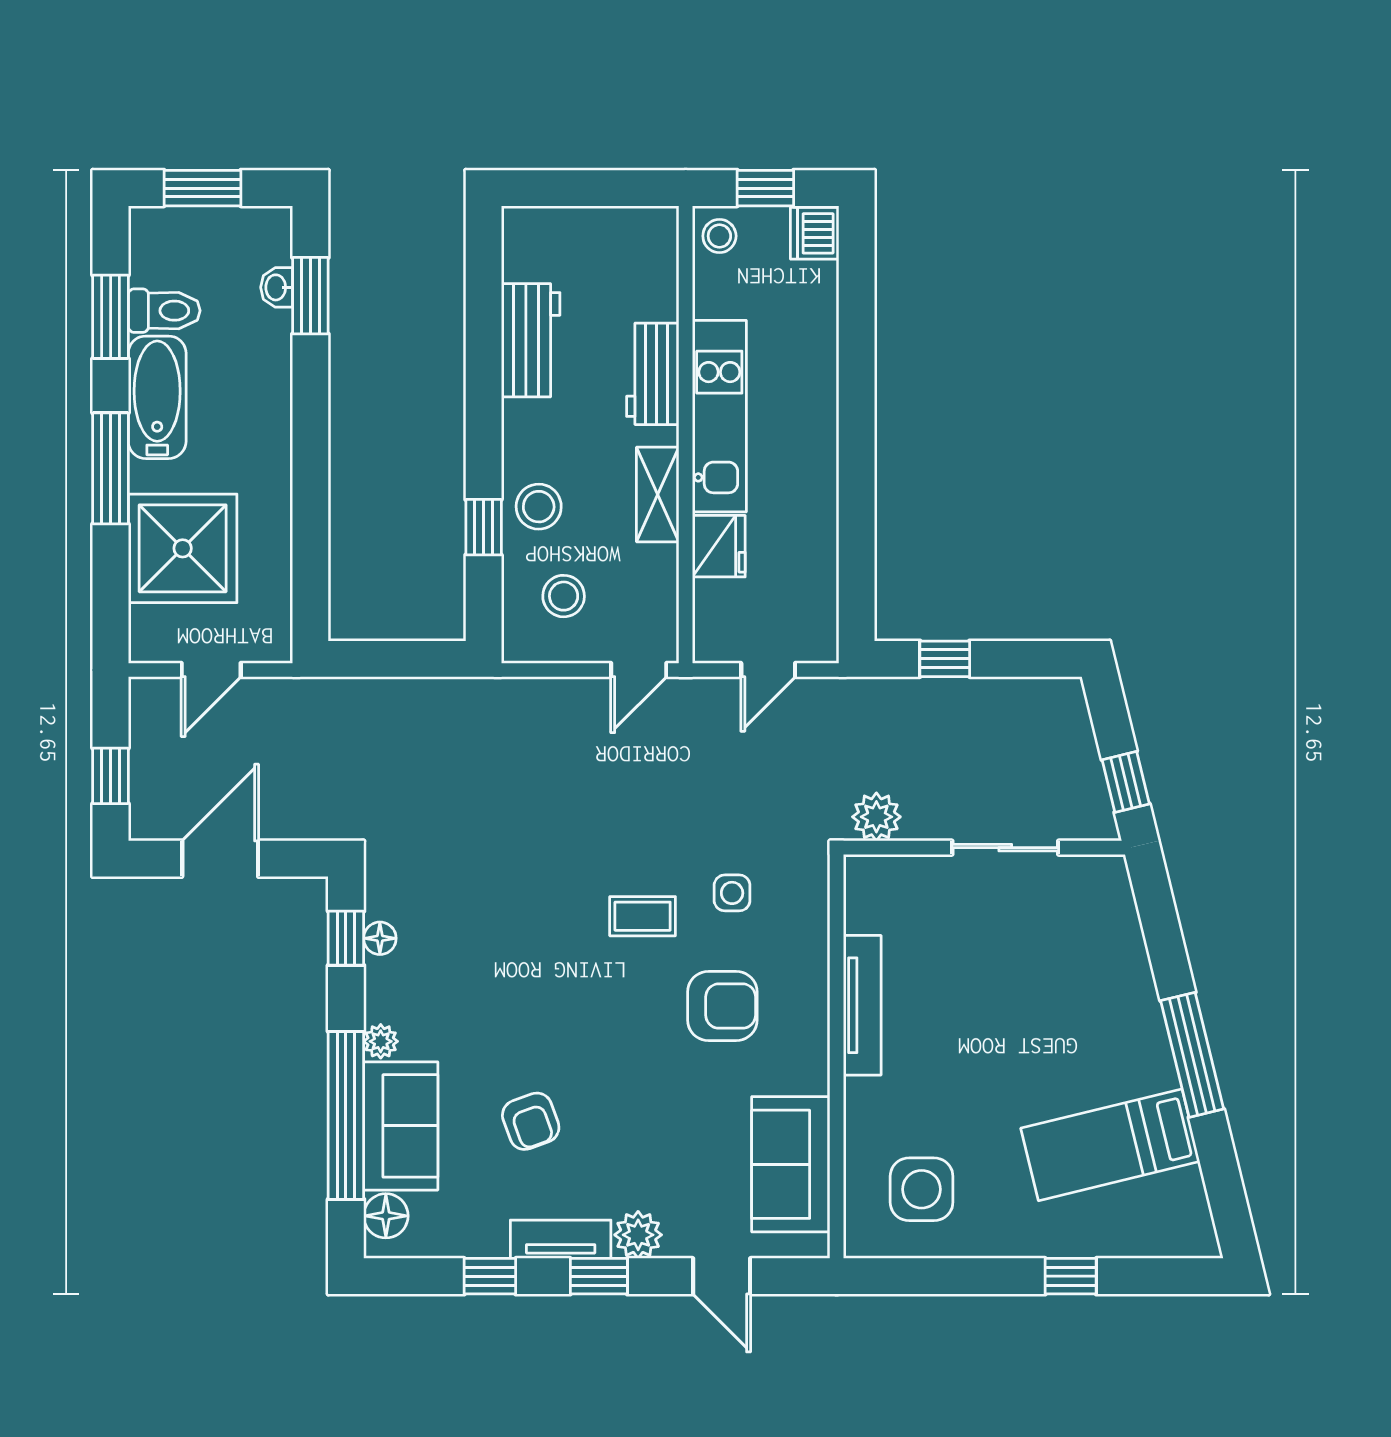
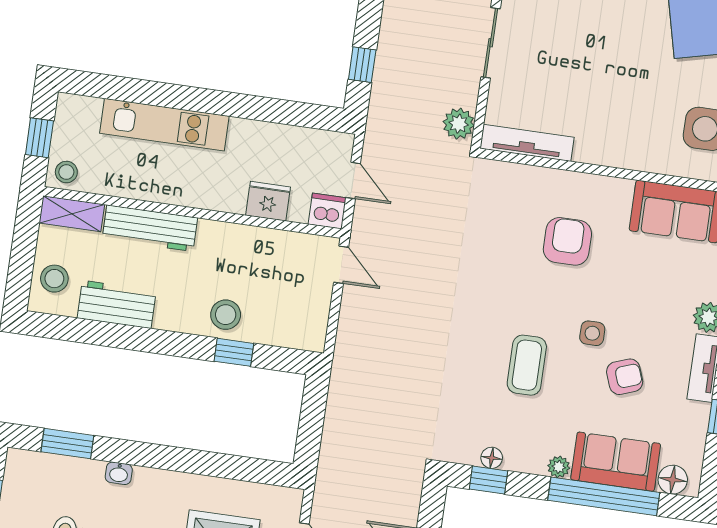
dishwasher: (815, 233) -> (327, 211), moved, turned 180
washbasin: (277, 287) -> (119, 473), moved
workbench: (653, 374) -> (150, 228), width x1.38
kitchen unit: (719, 416) -> (164, 125), moved, turned 180
shelving: (658, 495) -> (72, 214), moved
stool: (564, 596) -> (54, 279), moved
side table: (732, 893) -> (592, 333), moved
coffee table: (643, 916) -> (527, 365), moved, width x1.36, depth x1.30
tv unit: (862, 1005) -> (527, 143), moved

